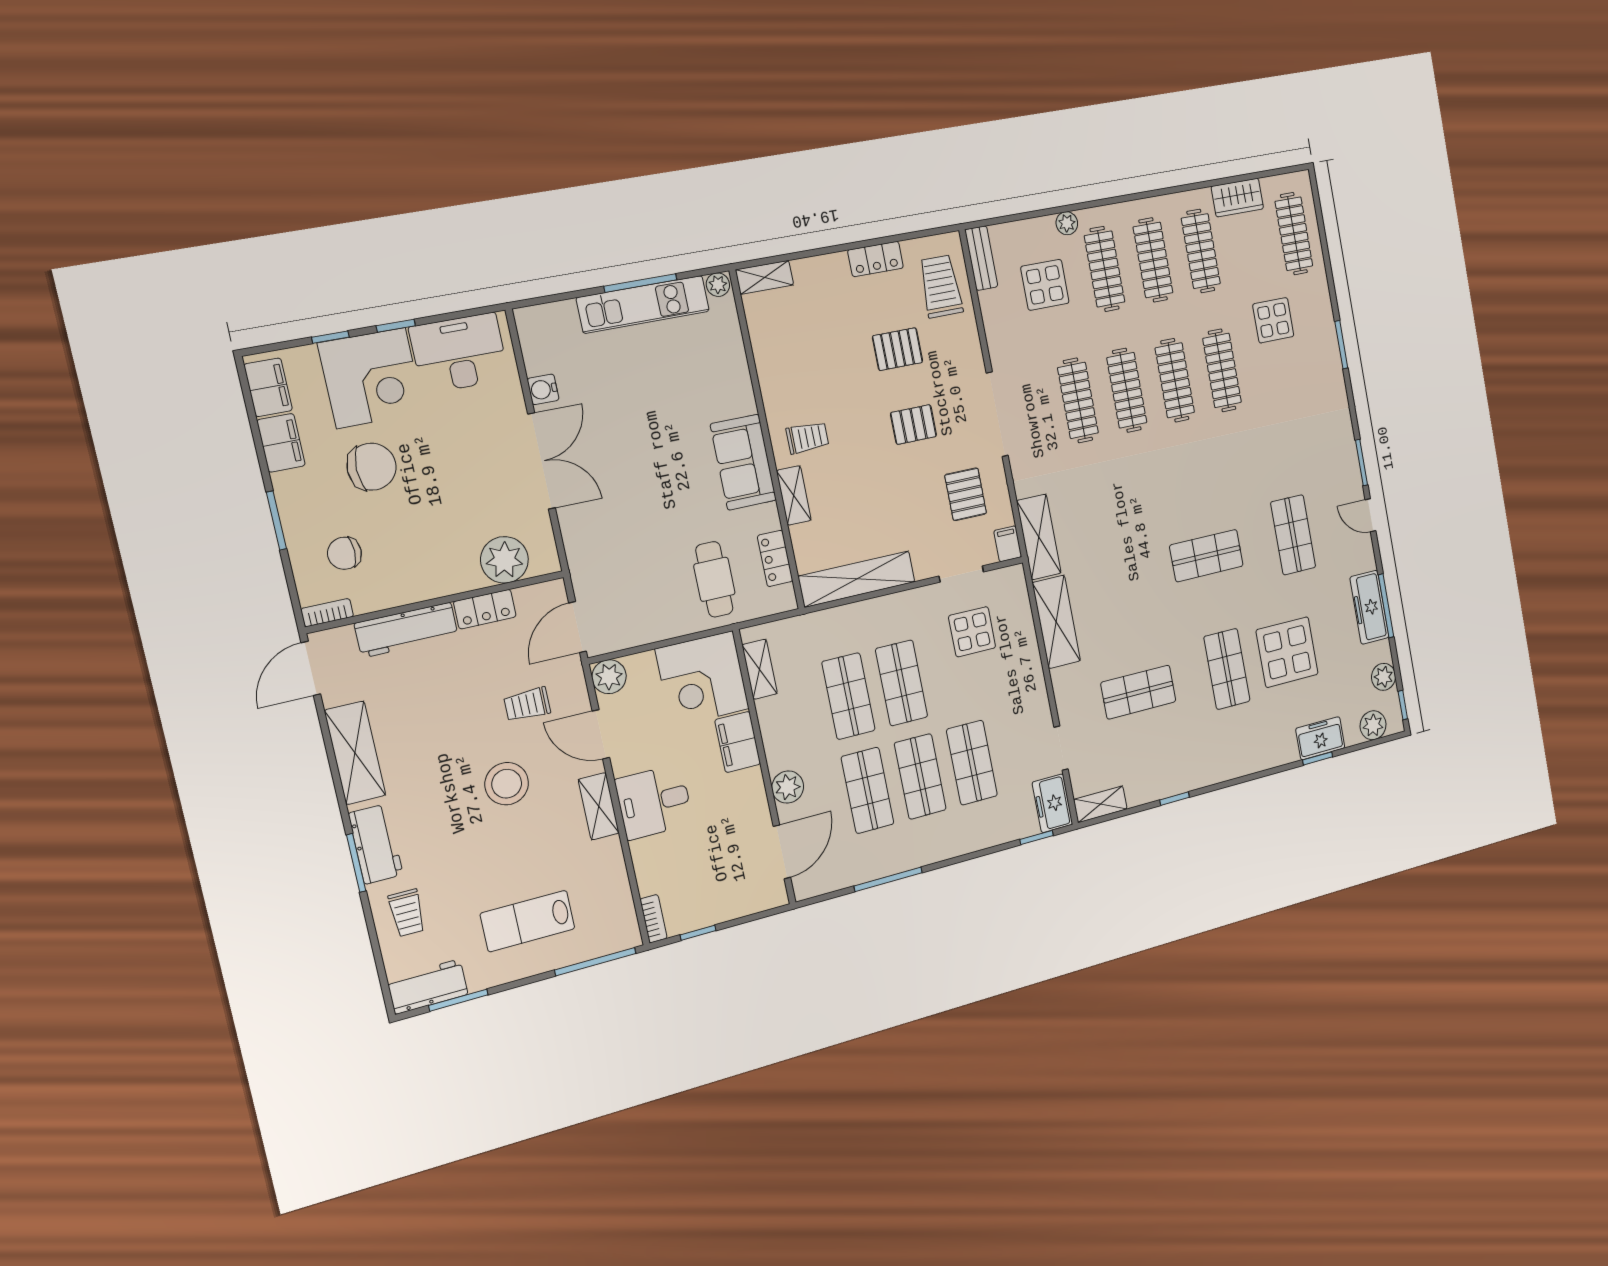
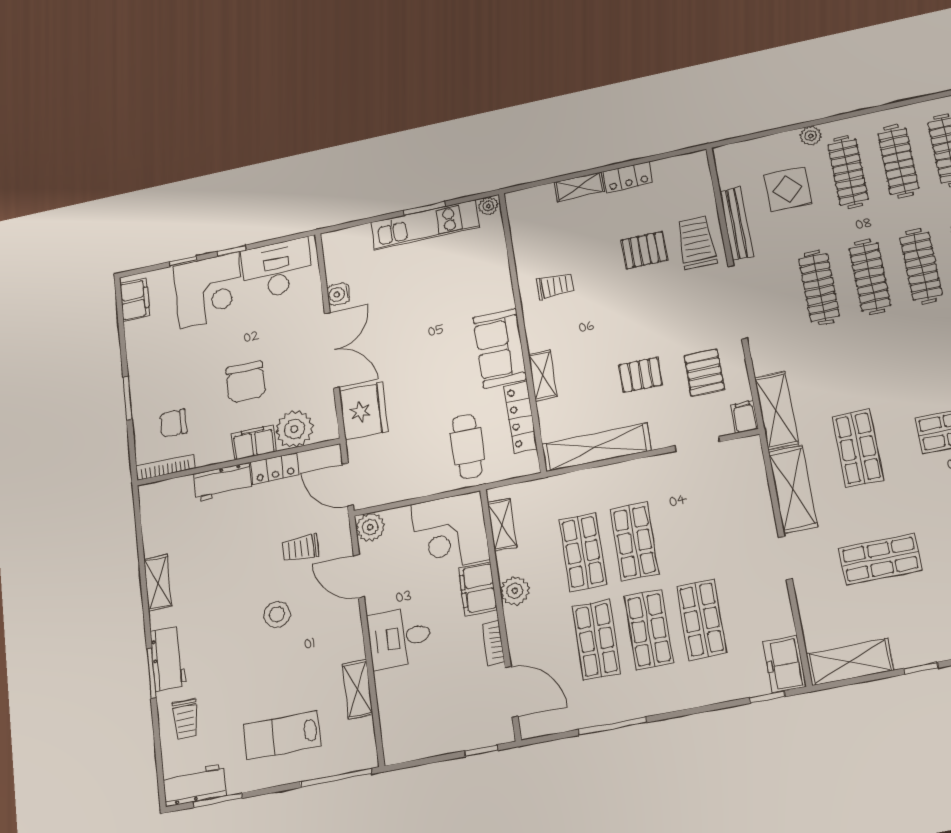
bench: (981, 258) -> (736, 223), moved, width x1.36
shelving: (765, 277) -> (579, 187), moved
window: (640, 283) -> (424, 208), width x0.69
trolley: (941, 286) -> (697, 243), moved
pallet: (913, 425) -> (640, 375), moved
trolley: (807, 438) -> (555, 286), moved
filing cabinet: (281, 443) -> (254, 442), moved, turned -90
chair: (372, 467) -> (246, 382), moved, turned 90
fridge: (588, 538) -> (364, 411), added
locker: (775, 558) -> (521, 417), width x1.53
shop shelf: (1117, 577) -> (858, 448), added
bookcase: (327, 613) -> (165, 467), width x1.56
door: (578, 627) -> (348, 485), hinge flipped
workbench: (406, 630) -> (223, 482), width x0.73
display table: (972, 632) -> (706, 497), removed
door: (311, 668) -> (137, 513), removed
doorway: (1061, 748) -> (785, 558), moved
shelving: (355, 753) -> (158, 583), width x0.67, depth x0.75
stool: (507, 784) -> (277, 614), width x0.73, depth x0.73
plant: (788, 787) -> (515, 591), moved
shelving: (1100, 804) -> (850, 662), width x1.50, depth x1.33
shelving: (599, 806) -> (357, 689), moved
door: (782, 852) -> (511, 692), hinge flipped
bookcase: (653, 919) -> (494, 643), moved, turned 180
window: (698, 933) -> (481, 751), moved

